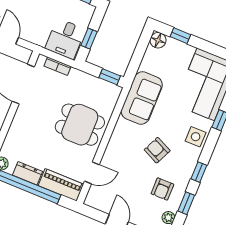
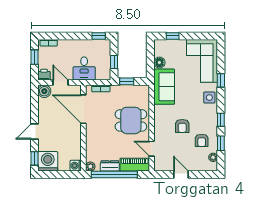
desk: (65, 39) -> (84, 69), moved
floor lamp: (158, 40) -> (159, 63), moved
window: (110, 77) -> (127, 81), moved
armchair: (157, 150) -> (182, 126), moved, turned -115
door: (92, 173) -> (152, 149), swing flipped

